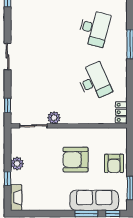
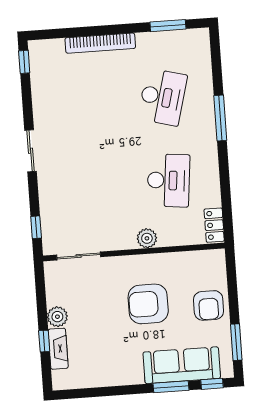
desk: (94, 82) -> (168, 180), turned 30
plant: (54, 118) -> (147, 238), moved
fireplace: (16, 198) -> (58, 349), moved

